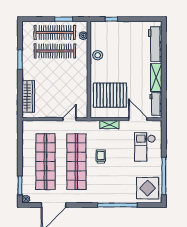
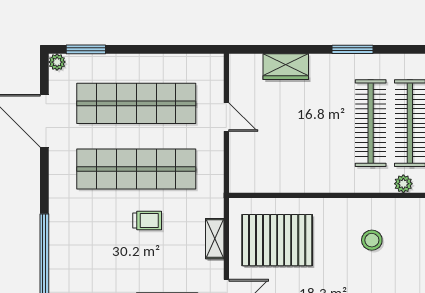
stool: (98, 55) -> (372, 240), moved
pallet: (110, 95) -> (277, 240), turned 90
wardrobe: (28, 96) -> (286, 67), width x0.67
door: (70, 119) -> (226, 117), moved

